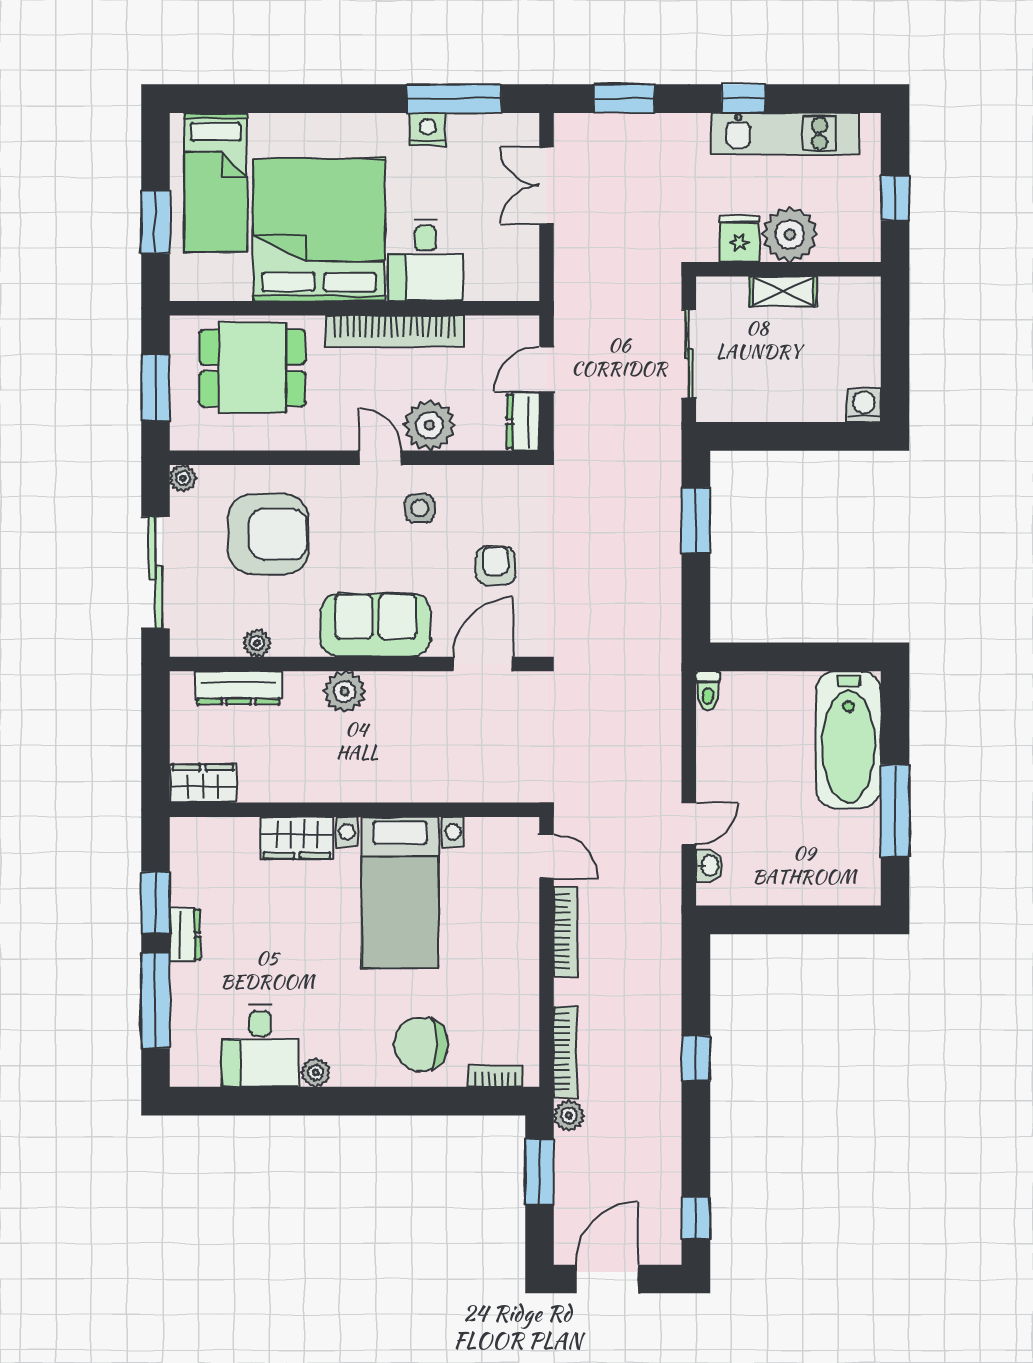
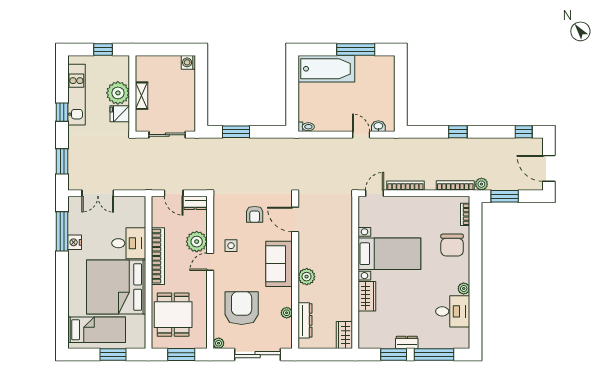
armchair: (495, 566) -> (255, 214), turned -90

